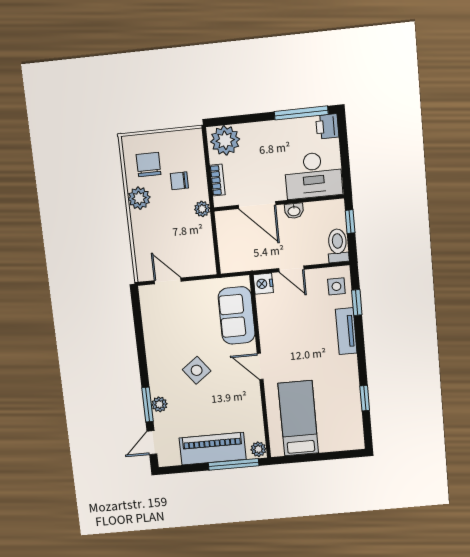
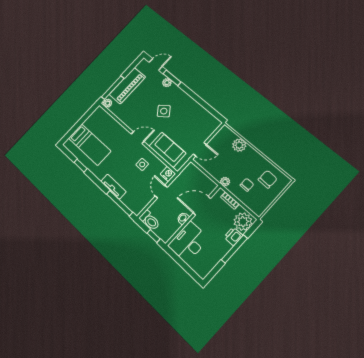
window: (301, 113) -> (234, 249), moved
printer: (327, 126) -> (233, 236), moved, turned -90
chair: (149, 165) -> (268, 179), turned -88
plant: (139, 198) -> (239, 145), moved
door: (291, 269) -> (161, 192), hinge flipped
door: (168, 281) -> (200, 149), moved
side table: (336, 286) -> (142, 164), moved
window: (357, 303) -> (119, 203), width x2.17
bed: (298, 418) -> (90, 145), moved
door: (152, 443) -> (156, 64), hinge flipped

